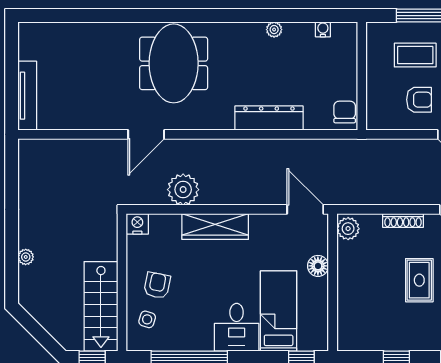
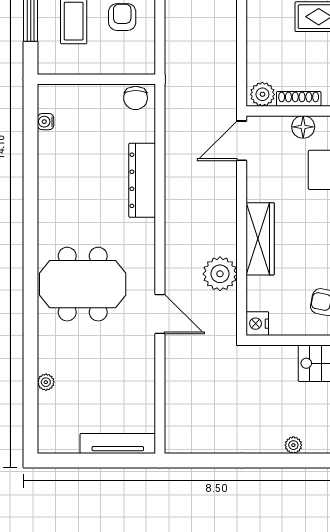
plant: (274, 30) -> (46, 382), moved
chair: (345, 112) -> (136, 98), turned -90
shoe rack: (403, 220) -> (299, 99), moved, turned -90

